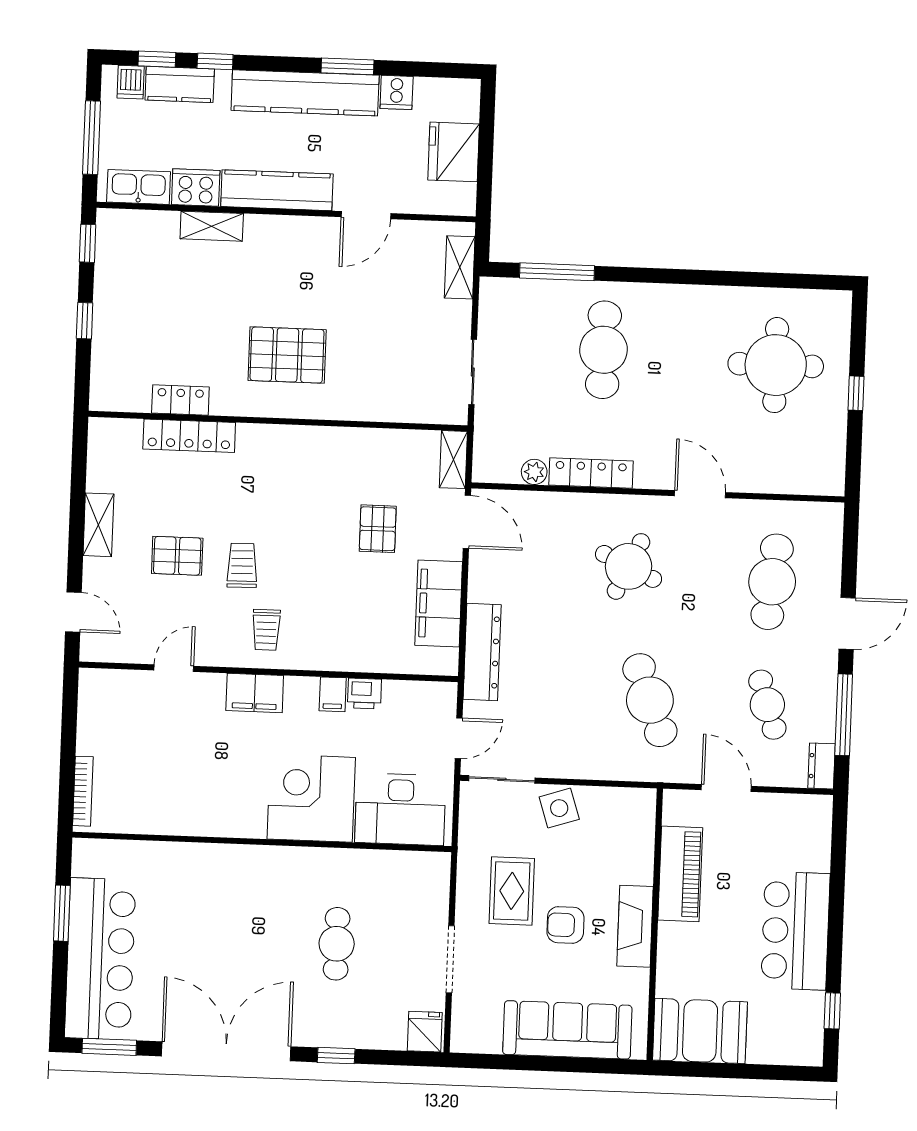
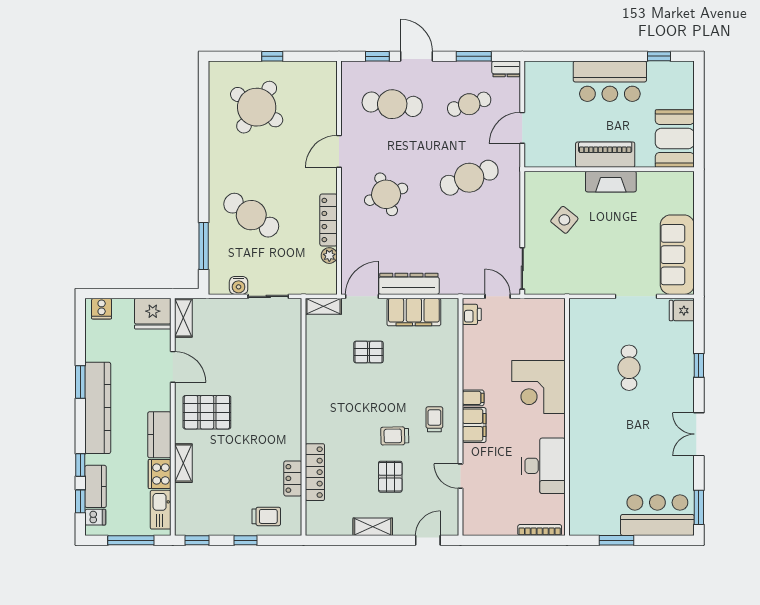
cooker: (397, 92) -> (102, 309), moved, turned 90
fridge: (454, 152) -> (153, 314), moved
kitchen counter: (277, 190) -> (159, 435), width x0.67
shelving: (460, 267) -> (183, 318), moved, turned 90
water cooler: (492, 325) -> (239, 285), added
cafe table: (603, 350) -> (251, 215), turned 34
trolley: (121, 355) -> (266, 516), added
pallet: (287, 355) -> (207, 412), moved, turned 90
round table: (776, 365) -> (257, 107), turned 34
window: (850, 561) -> (377, 56), added
round table: (629, 566) -> (386, 194), turned 45
trolley: (266, 630) -> (434, 419), turned -90
dresser: (482, 652) -> (409, 284), moved
printer: (364, 693) -> (472, 314), moved
filing cabinet: (333, 694) -> (473, 398), moved
window: (844, 715) -> (474, 56), width x0.69
side table: (559, 808) -> (564, 220), moved, turned -33
desk: (400, 809) -> (543, 466), moved
piano: (680, 874) -> (605, 155), moved
rug: (512, 891) -> (592, 260), removed
armchair: (565, 925) -> (612, 225), removed
cafe table: (337, 944) -> (629, 368), turned 90
bar counter: (100, 959) -> (657, 515), width x0.73
sofa: (567, 1030) -> (677, 255), moved
double door: (226, 1051) -> (699, 434), width x0.54

